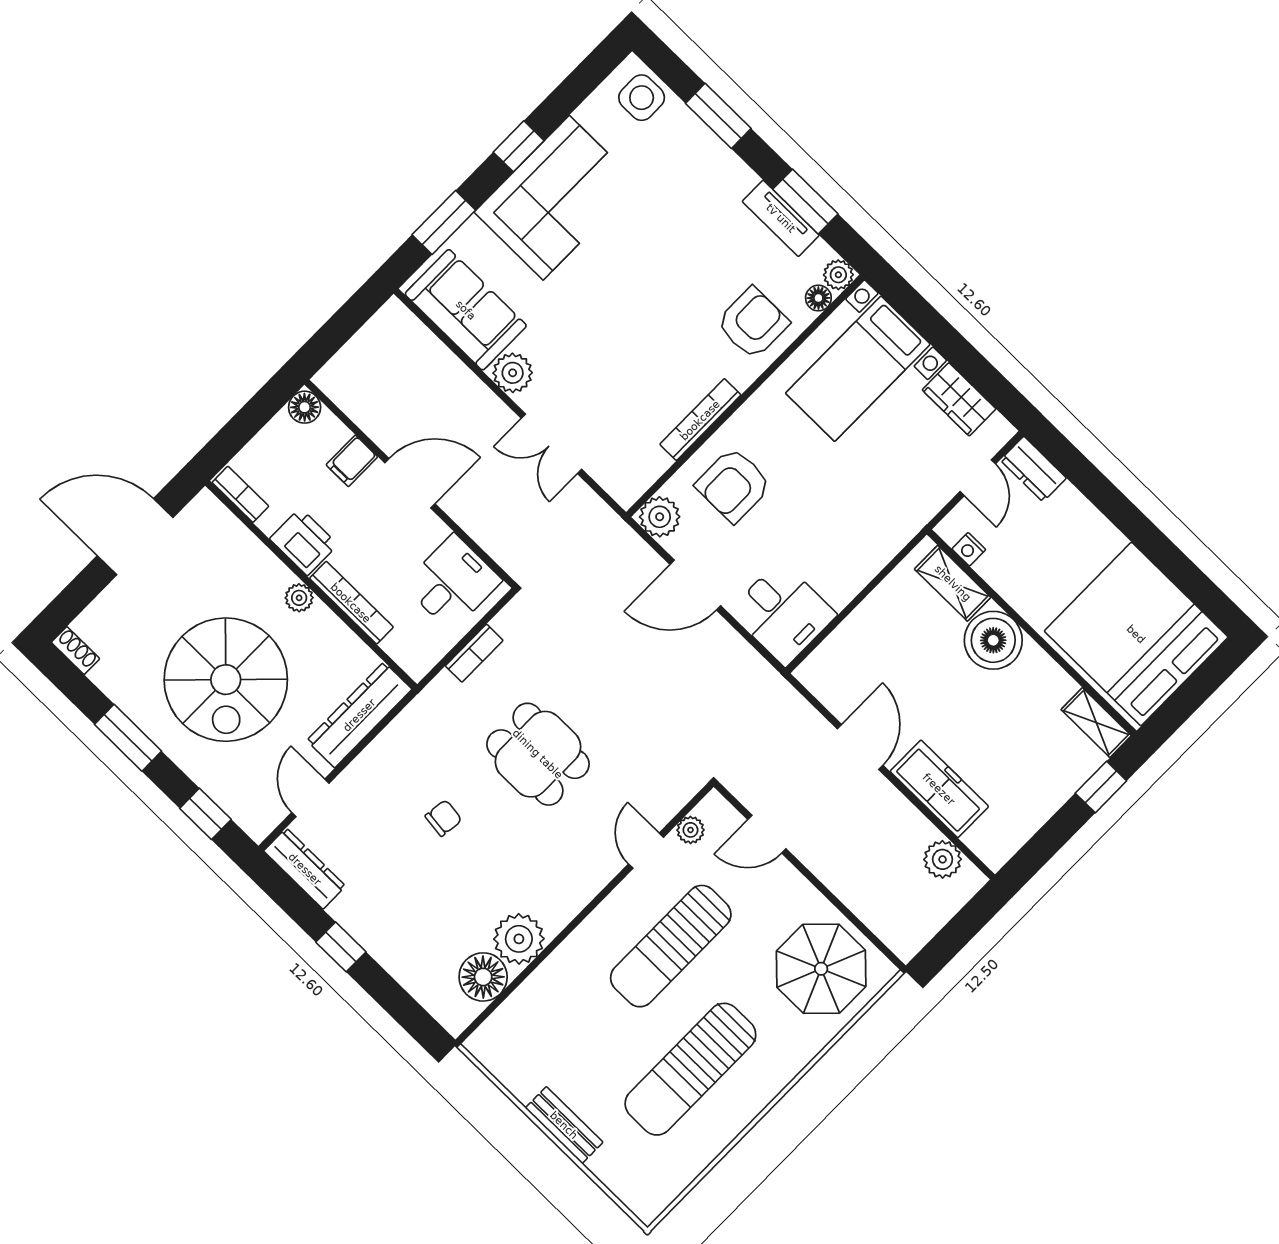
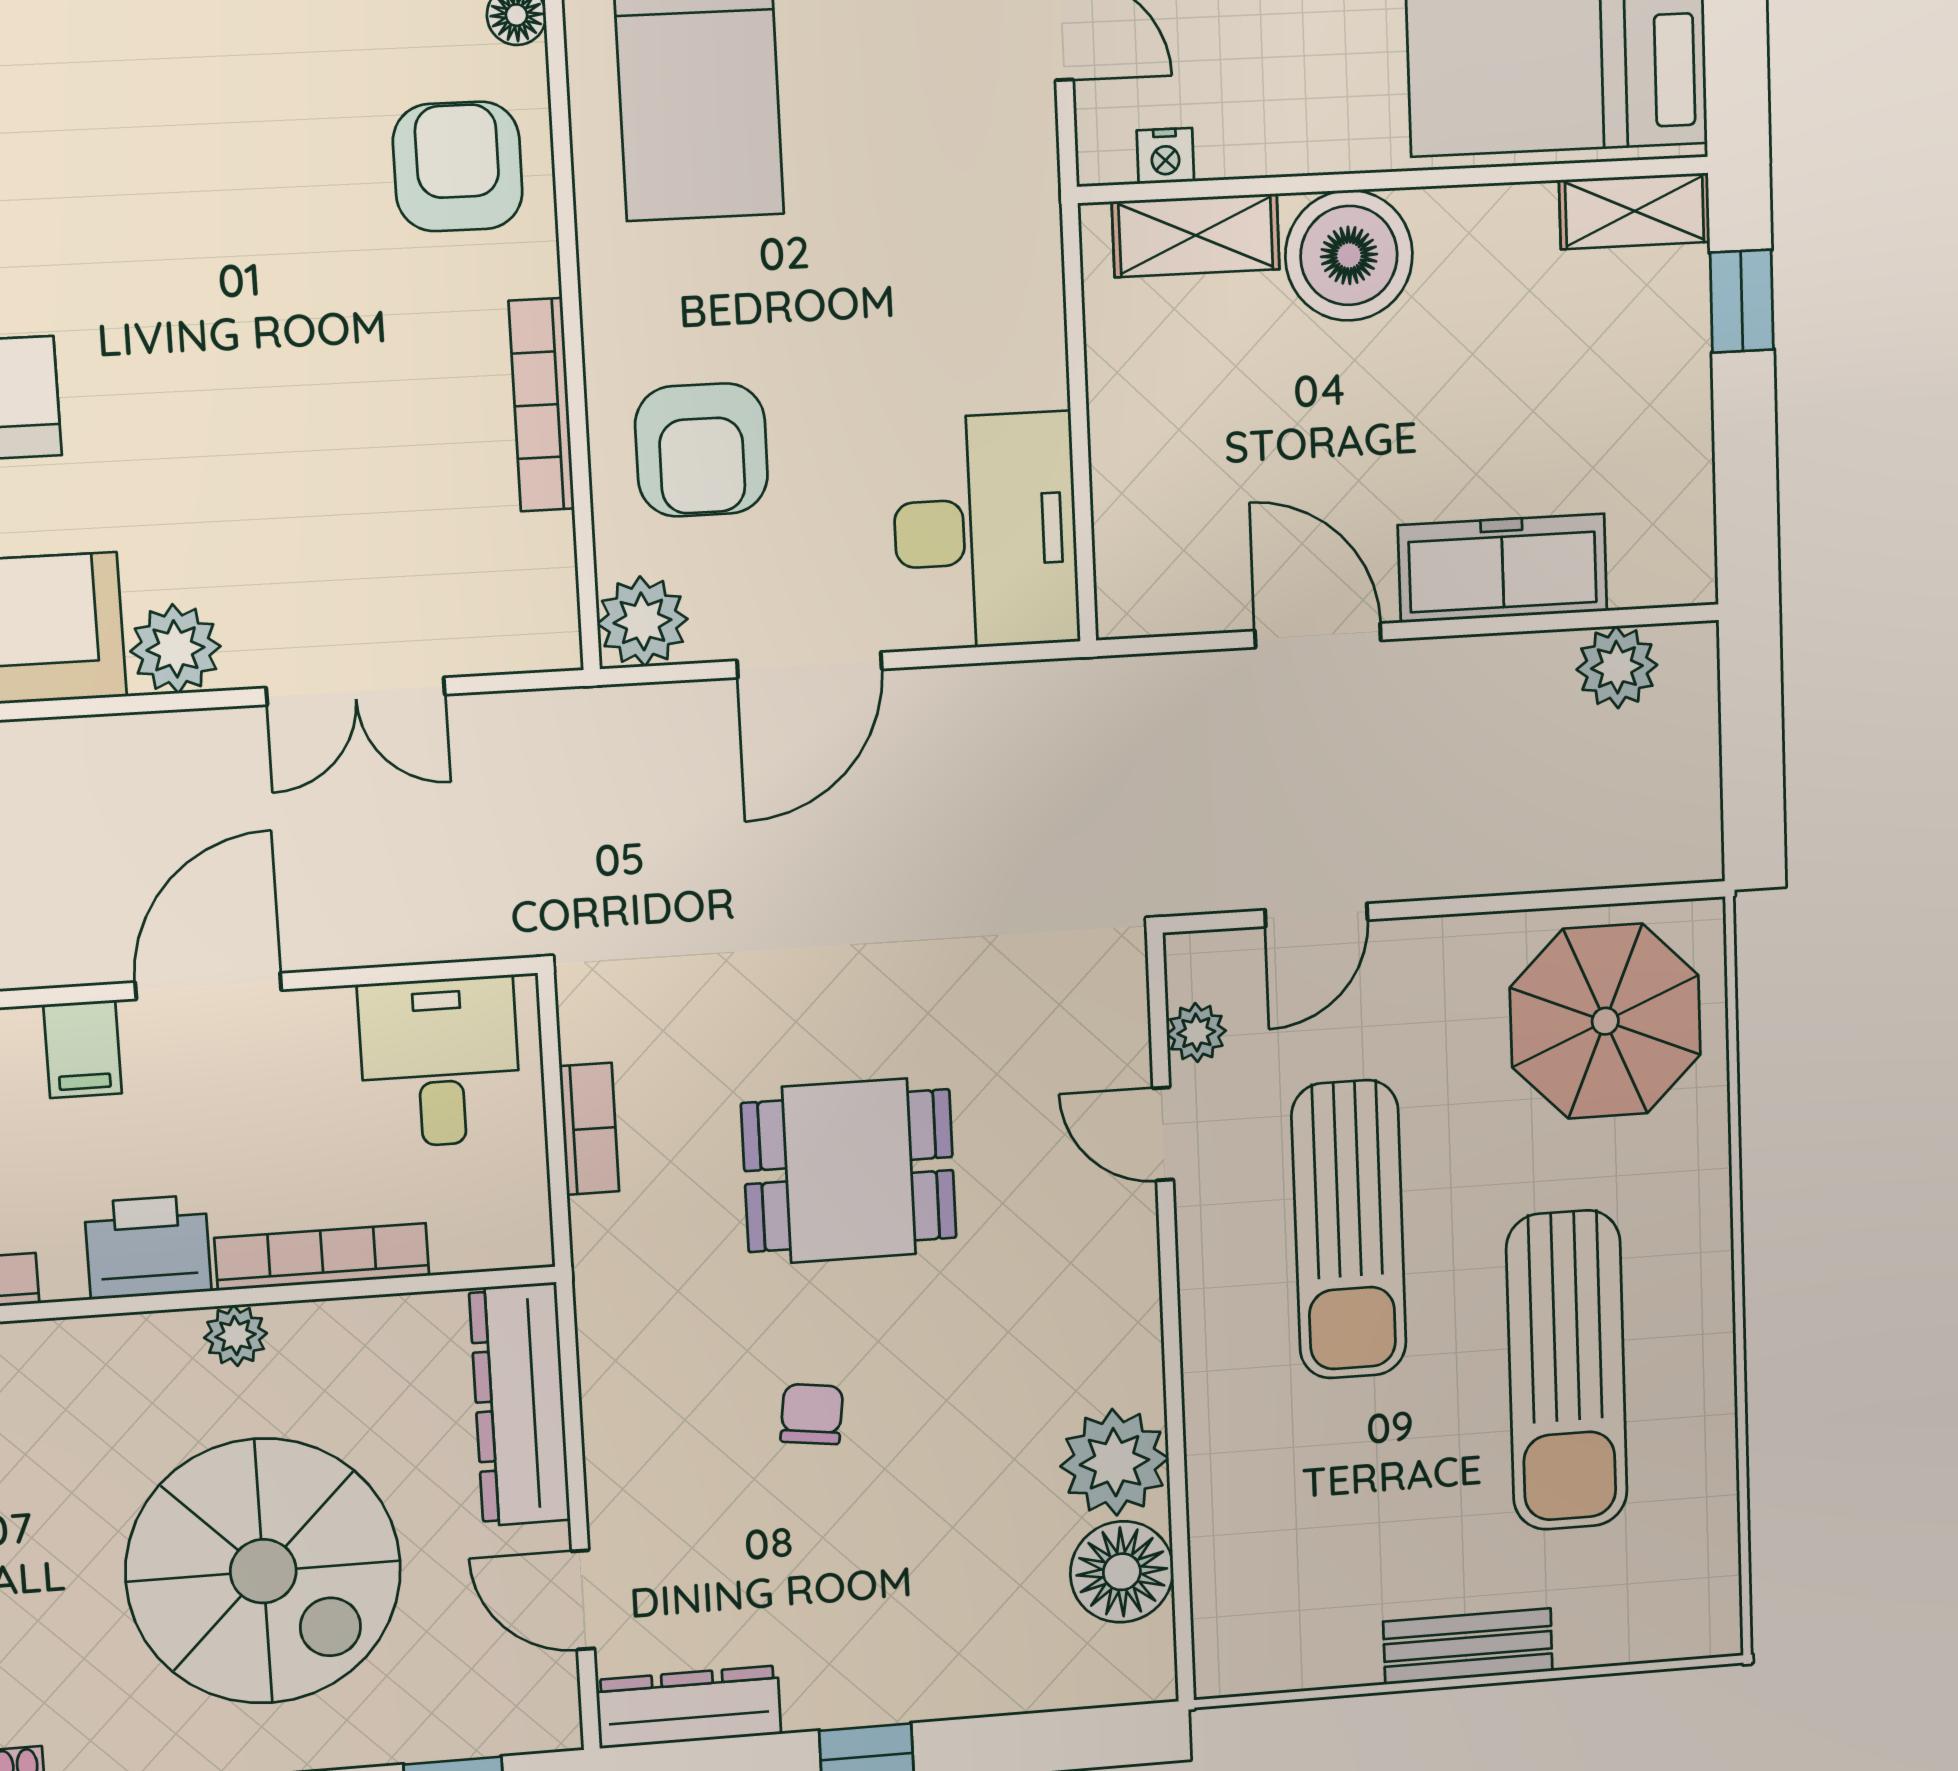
desk: (783, 613) -> (985, 531), width x1.37

